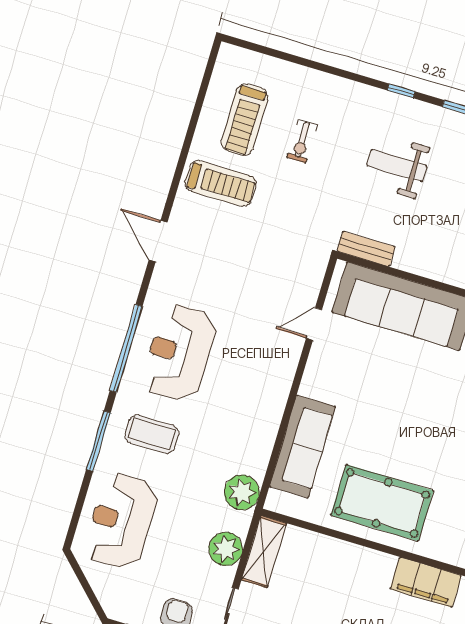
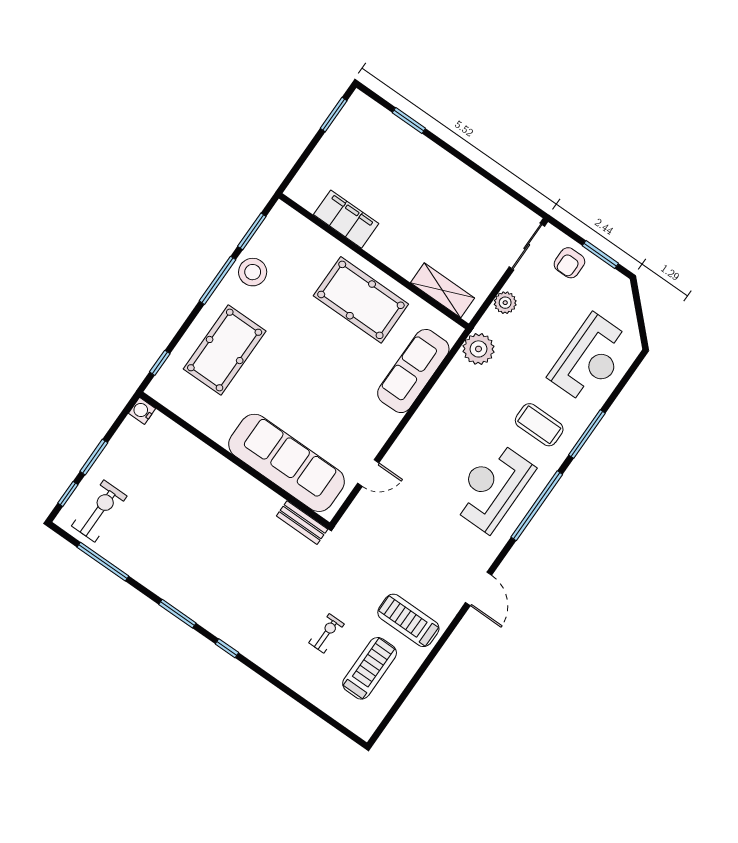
weight bench: (397, 166) -> (252, 585), removed
reception desk: (179, 353) -> (492, 487), turned 180
plant: (226, 549) -> (505, 303), width x0.73, depth x0.73
shelving: (264, 552) -> (442, 290), moved, turned 90

